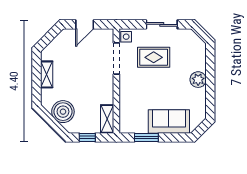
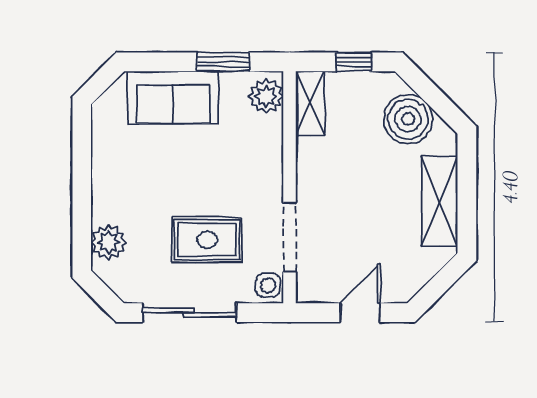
sliding door: (162, 24) -> (189, 313), width x1.37
shelving: (47, 74) -> (440, 201), width x1.50, depth x1.33
plant: (198, 80) -> (109, 242), moved
plant: (127, 122) -> (266, 96), added

